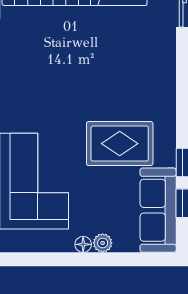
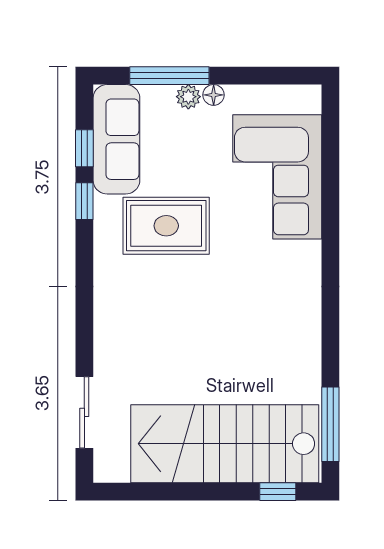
window: (117, 259) -> (169, 76), added

